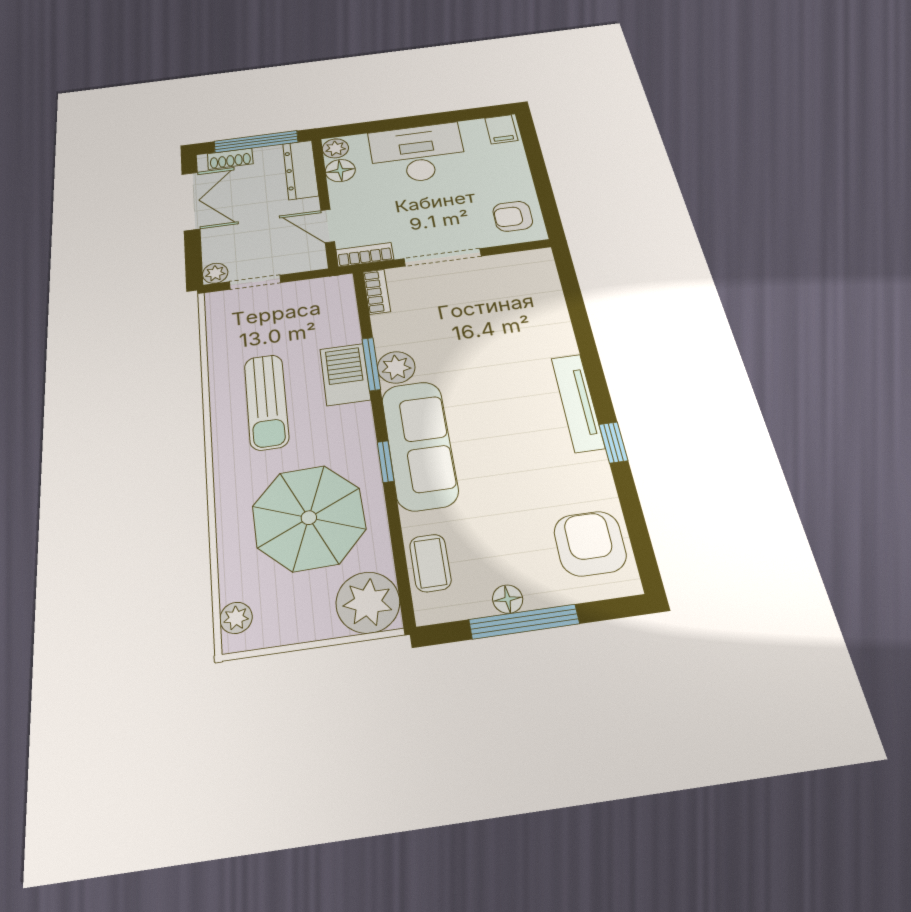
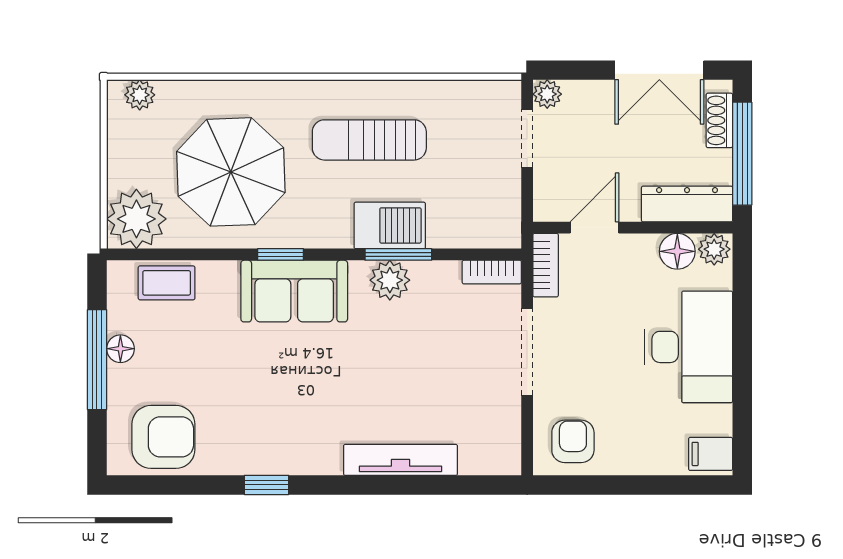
tv unit: (578, 403) -> (401, 460), moved
sofa: (419, 445) -> (294, 291), width x0.73

